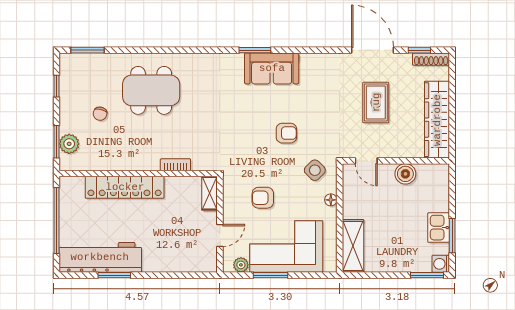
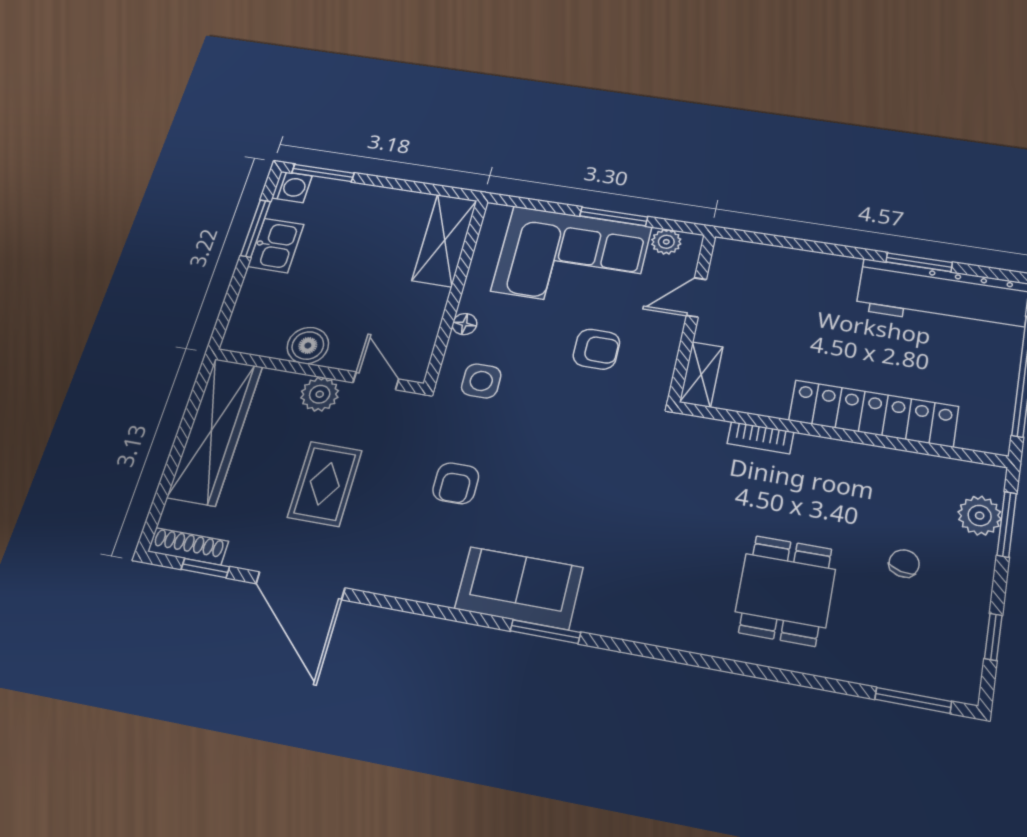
dining table: (151, 90) -> (785, 590), width x0.73
armchair: (286, 133) -> (456, 483), moved, turned -90
plant: (392, 149) -> (320, 394), added
side table: (315, 170) -> (481, 381), turned 45

